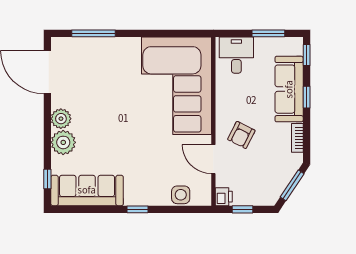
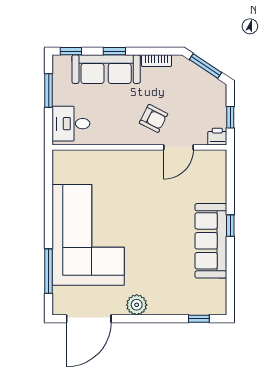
corner sofa: (176, 86) -> (88, 235), moved, turned -90
plant: (63, 142) -> (161, 302), removed
sofa: (87, 190) -> (211, 241), moved
side table: (181, 195) -> (215, 181), removed

